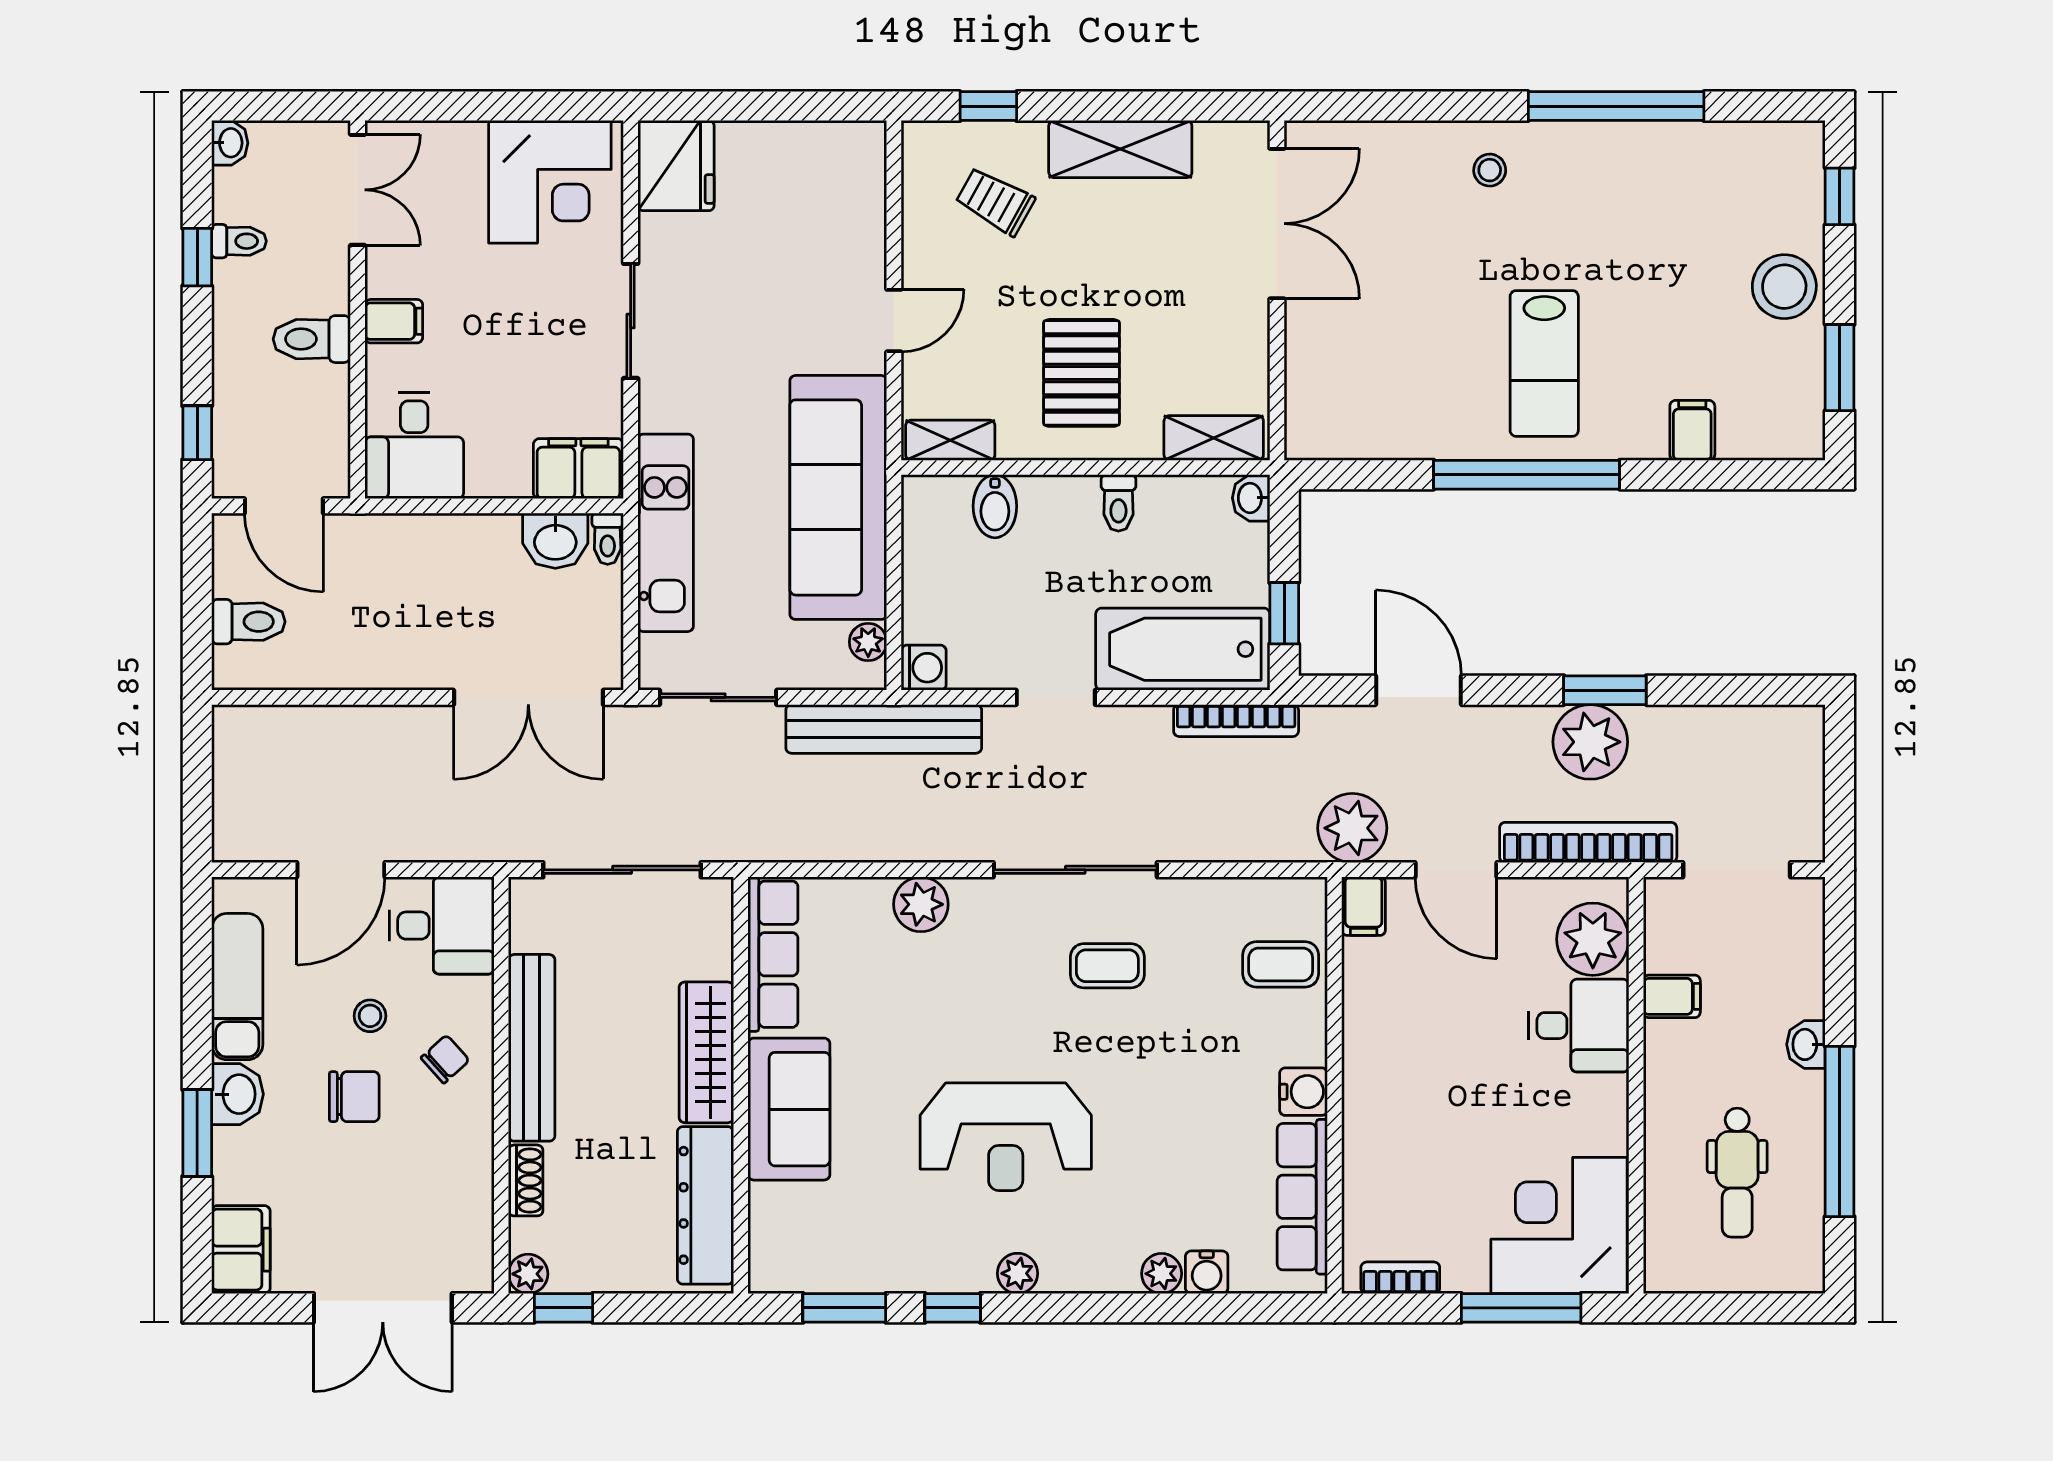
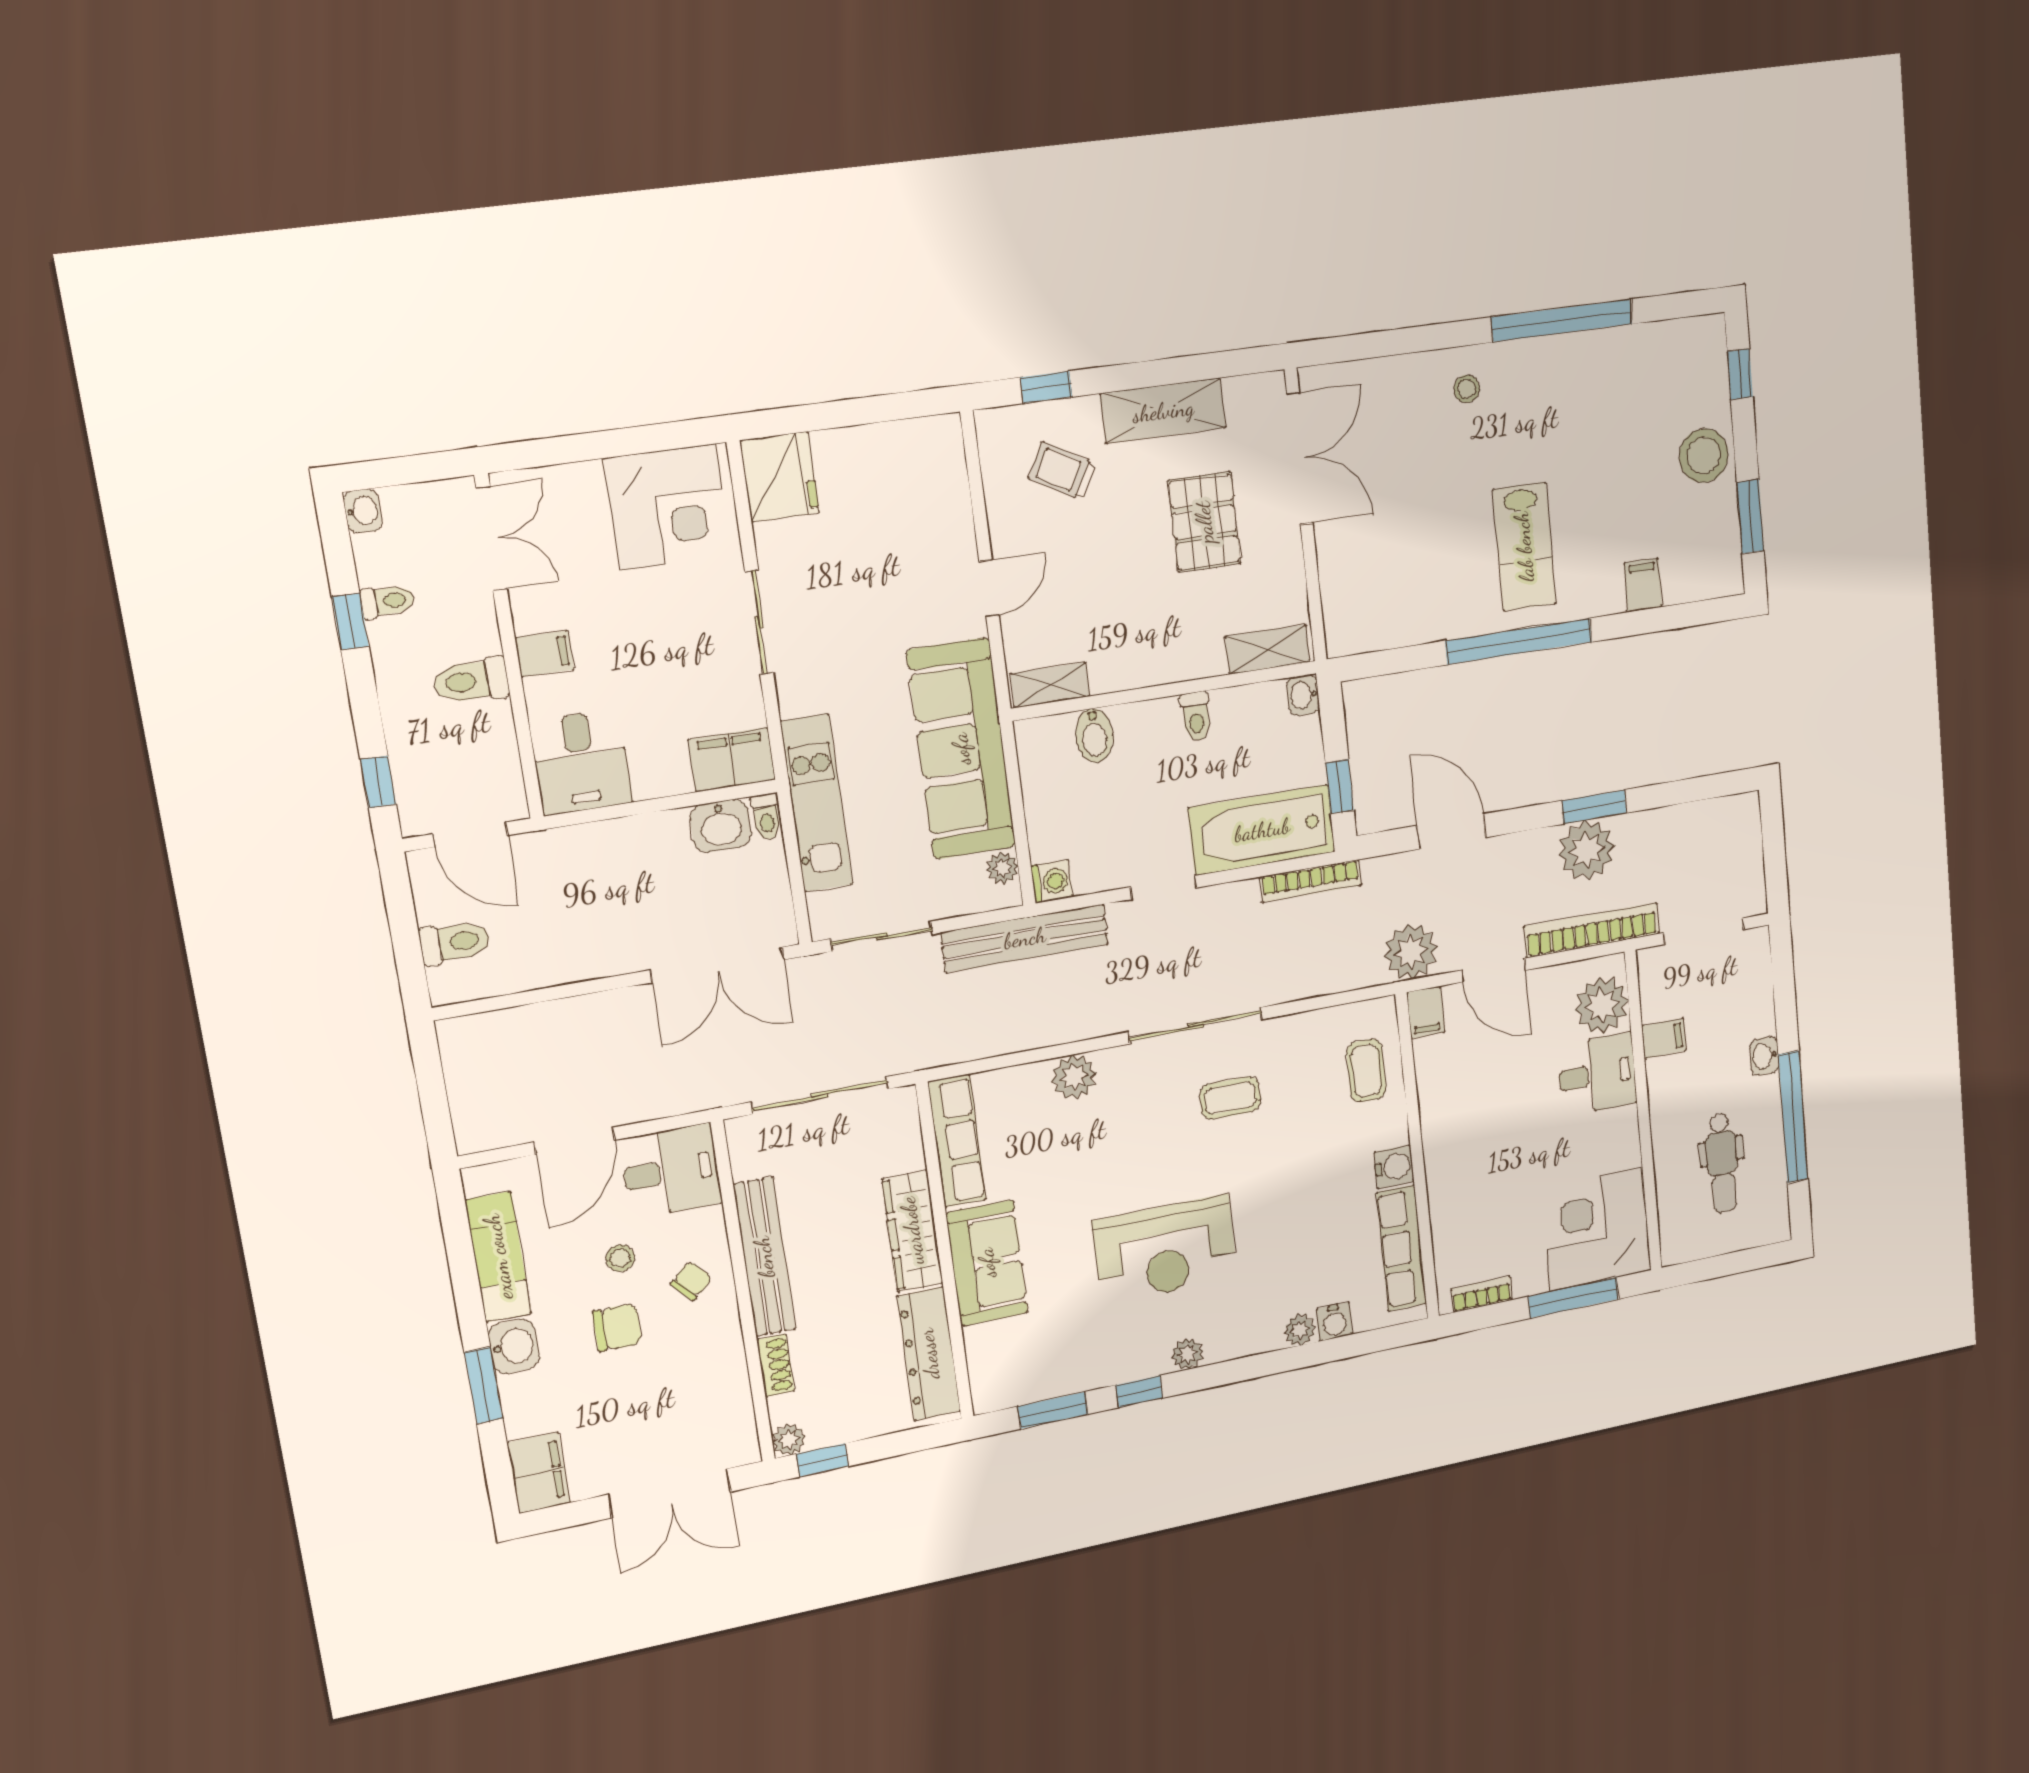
pallet: (1081, 373) -> (1204, 522), moved
coffee table: (1281, 964) -> (1366, 1071), turned 90

